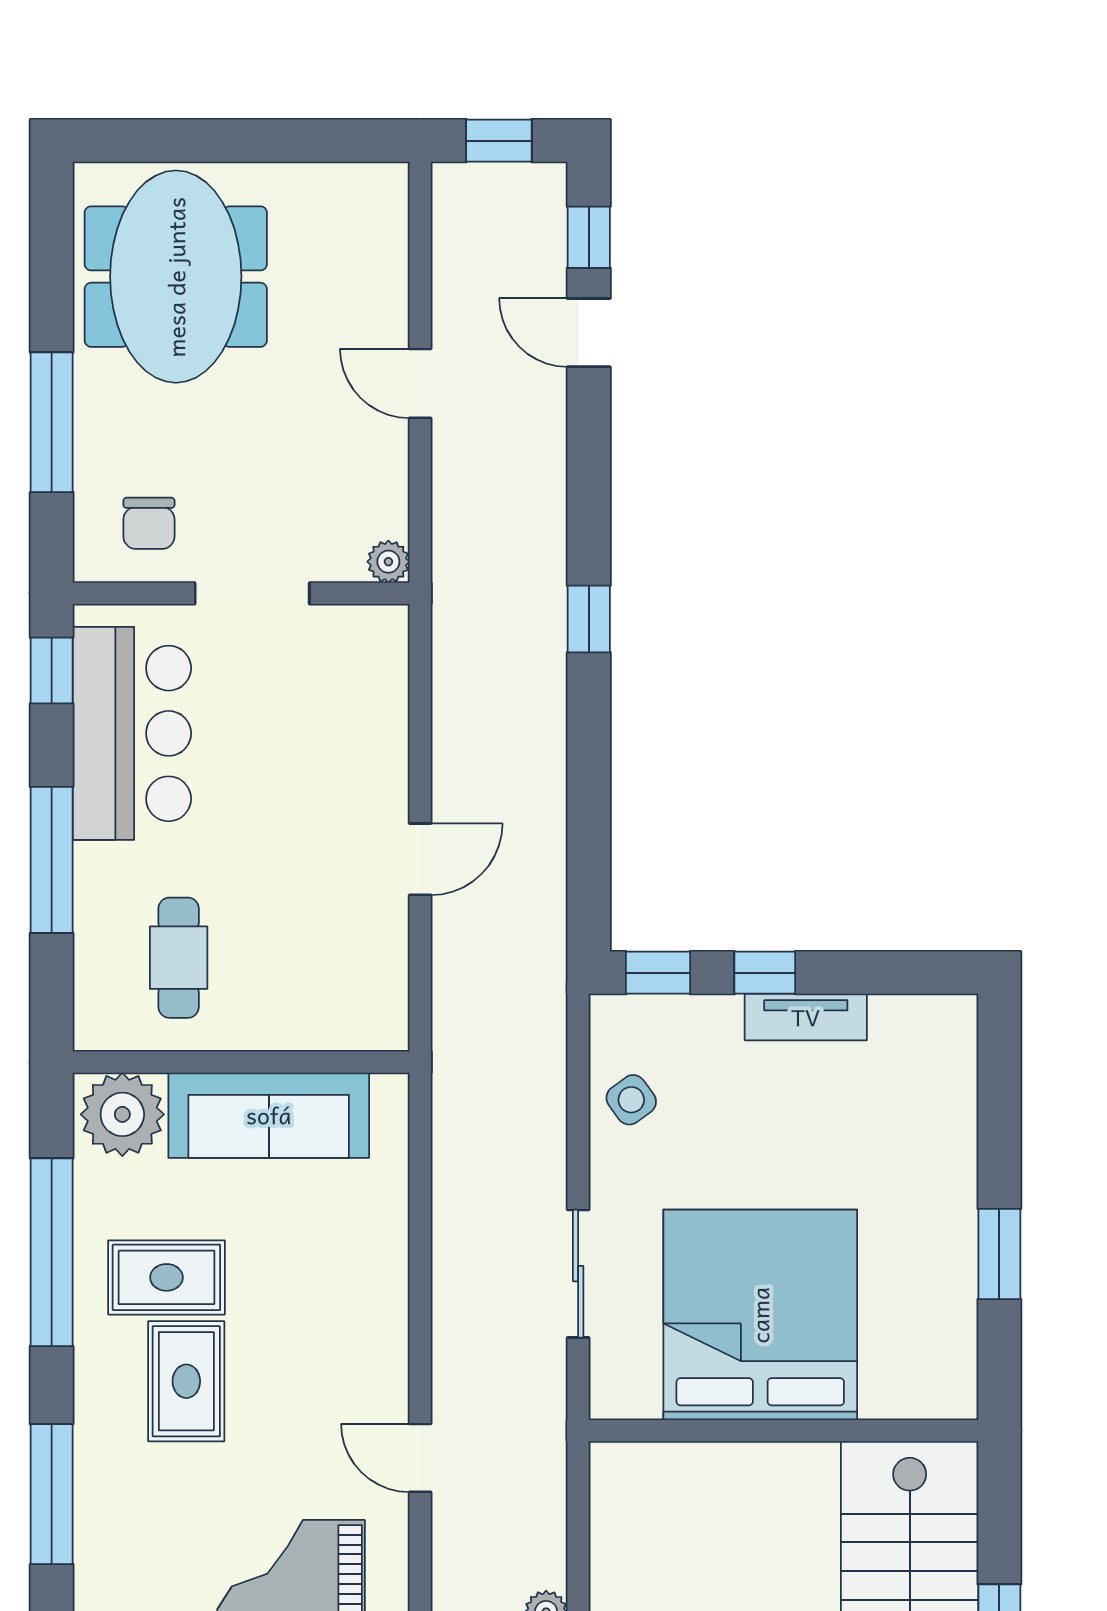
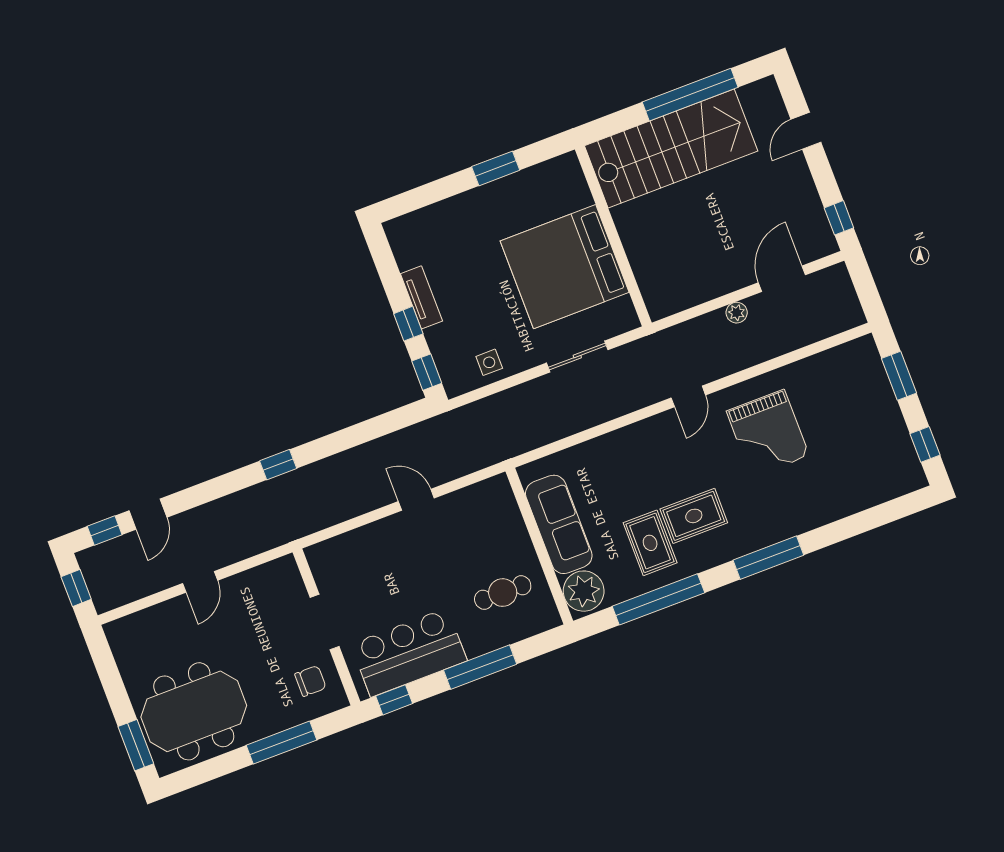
window: (153, 141) -> (136, 745), added
plant: (388, 562) -> (287, 566), removed
side table: (631, 1100) -> (489, 362), turned 36

